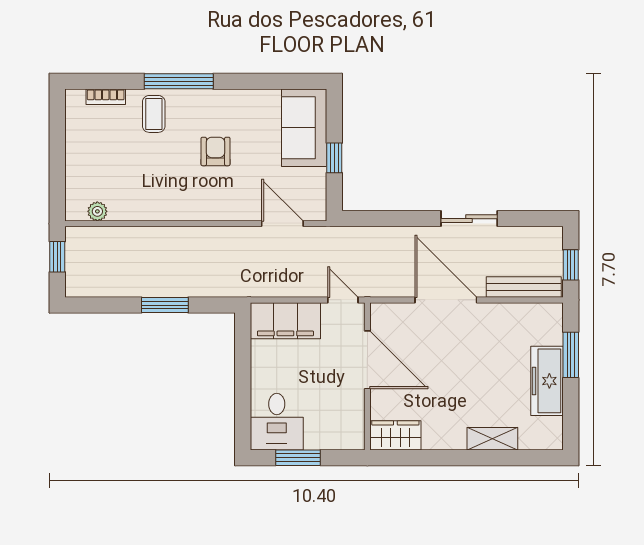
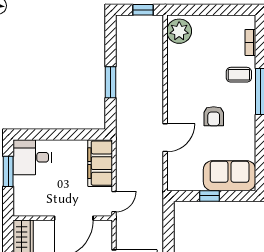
armchair: (216, 151) -> (214, 116), turned 90
plant: (97, 211) -> (179, 31), width x1.88, depth x1.88
door: (282, 224) -> (165, 138), moved

